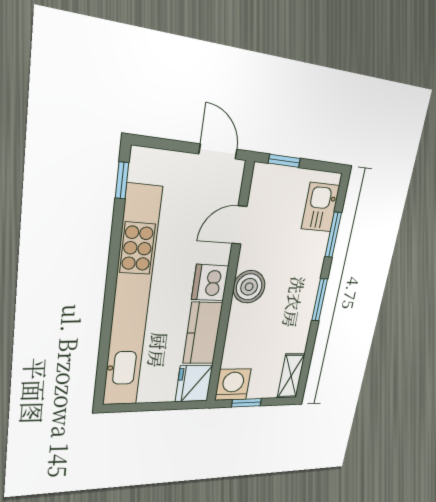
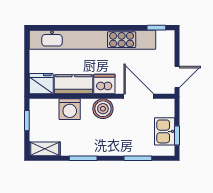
window: (284, 161) -> (177, 136), moved
kitchen sink: (321, 207) -> (165, 131), moved, turned -90
door: (240, 225) -> (139, 96), width x1.37
window: (320, 300) -> (83, 158), moved
washing machine: (233, 384) -> (70, 109), moved, turned 90

